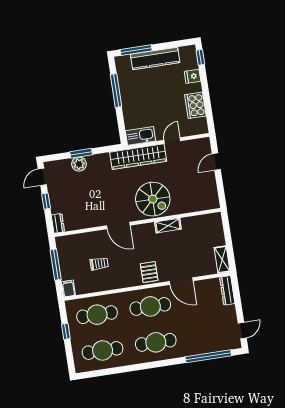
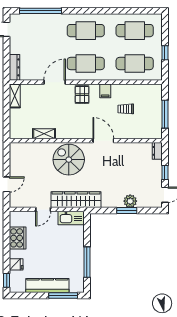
shelving: (168, 226) -> (44, 134), moved
door: (181, 281) -> (55, 82), hinge flipped
filing cabinet: (68, 289) -> (105, 91), moved

